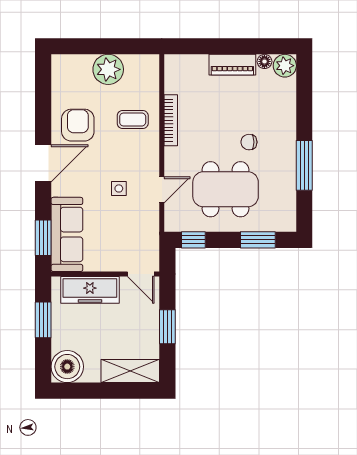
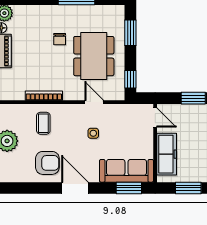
armchair: (78, 125) -> (47, 163), turned 180
door: (141, 274) -> (155, 117), hinge flipped

